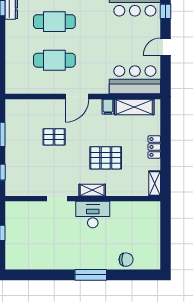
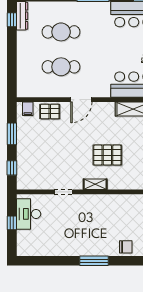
filing cabinet: (108, 107) -> (28, 109), moved
pallet: (54, 137) -> (50, 111), moved
desk: (93, 215) -> (29, 214), moved, turned -90

